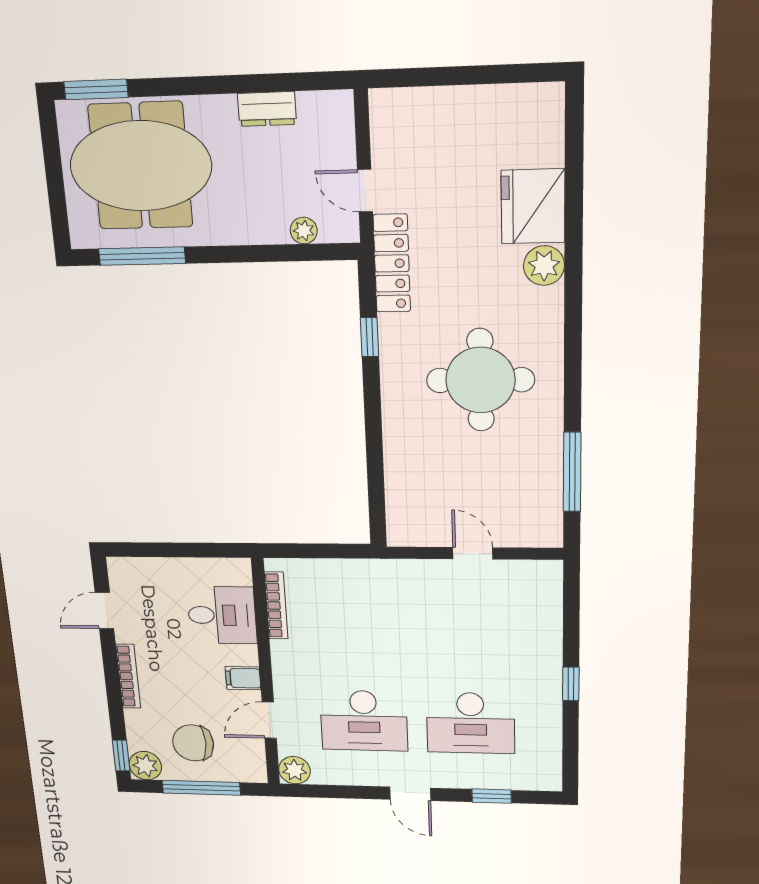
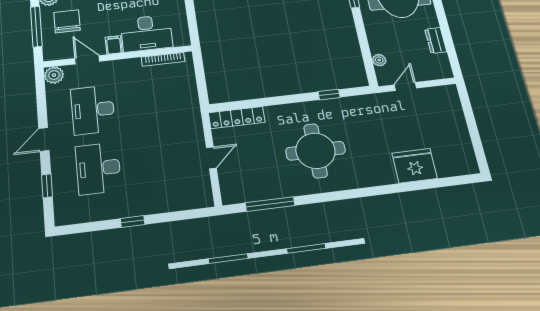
locker: (392, 263) -> (237, 118), moved
plant: (544, 266) -> (385, 175), removed
desk: (222, 615) -> (146, 33), width x1.37

